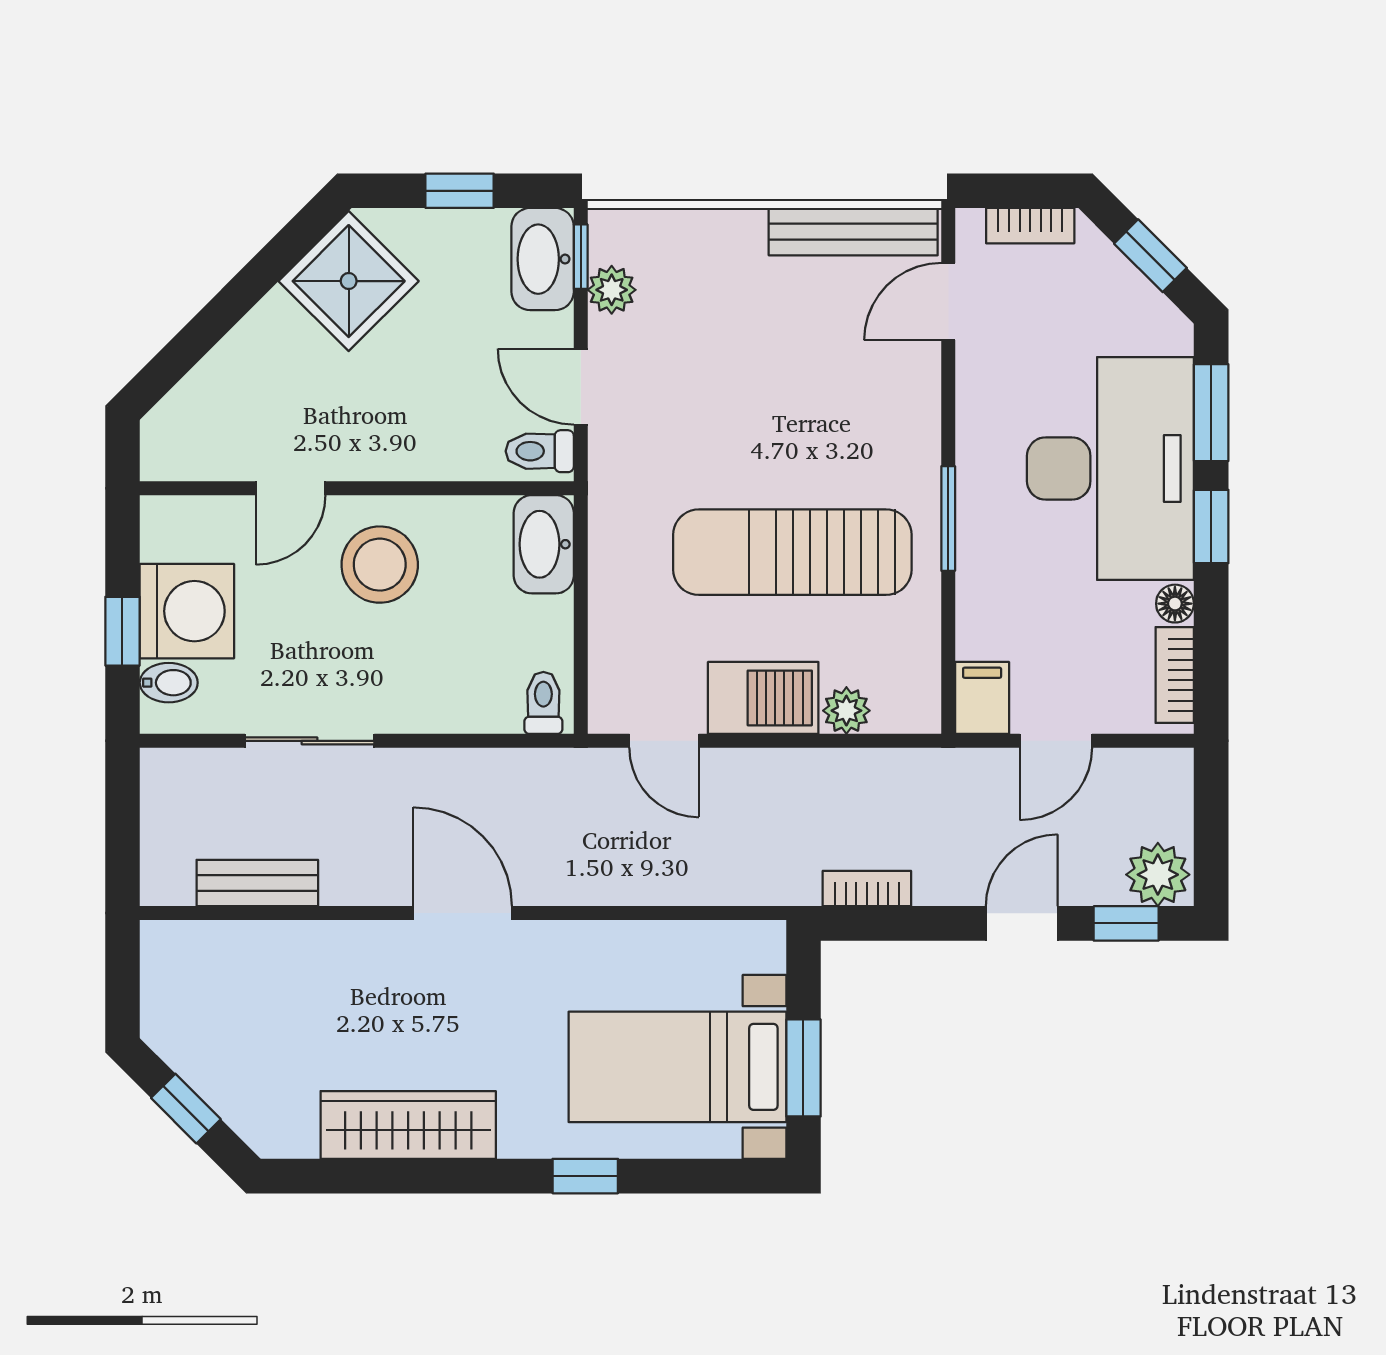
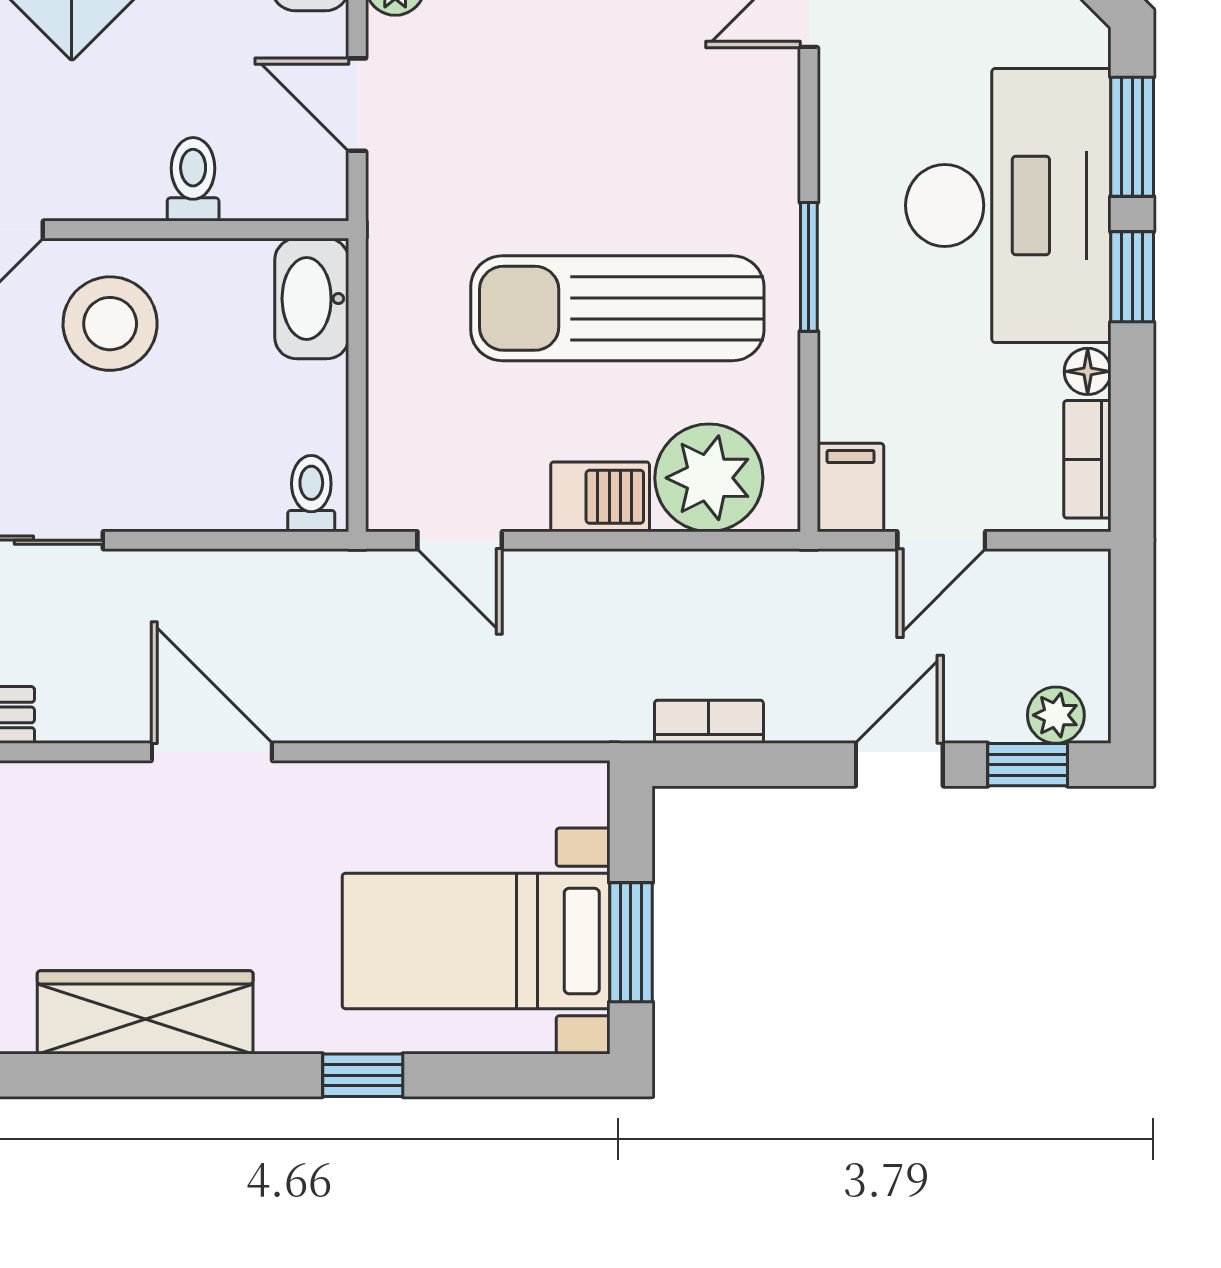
toilet: (540, 451) -> (193, 179), moved, turned 90
barbecue: (763, 698) -> (600, 497), width x0.73, depth x0.79
plant: (846, 711) -> (709, 478), width x1.87, depth x1.87
plant: (1158, 875) -> (1056, 715), width x0.73, depth x0.73

